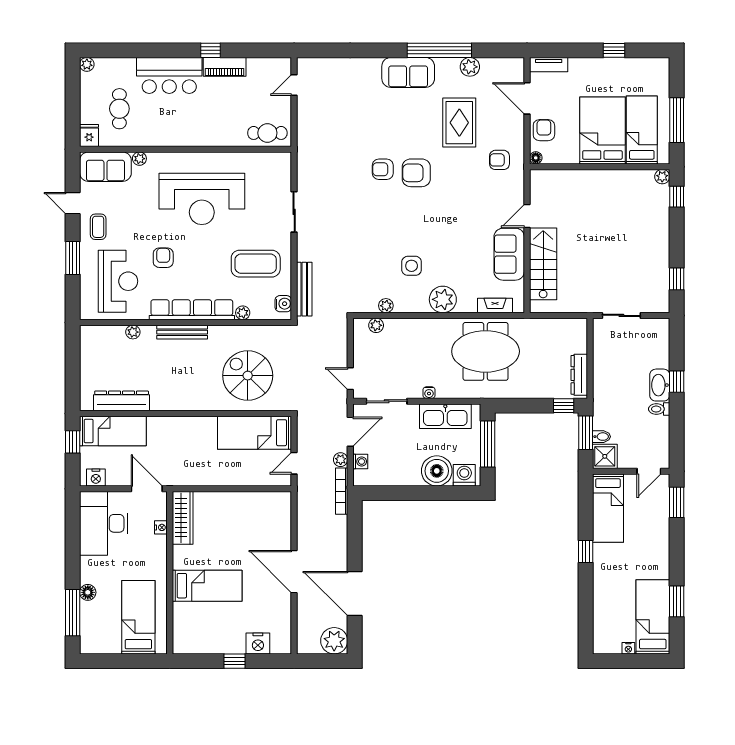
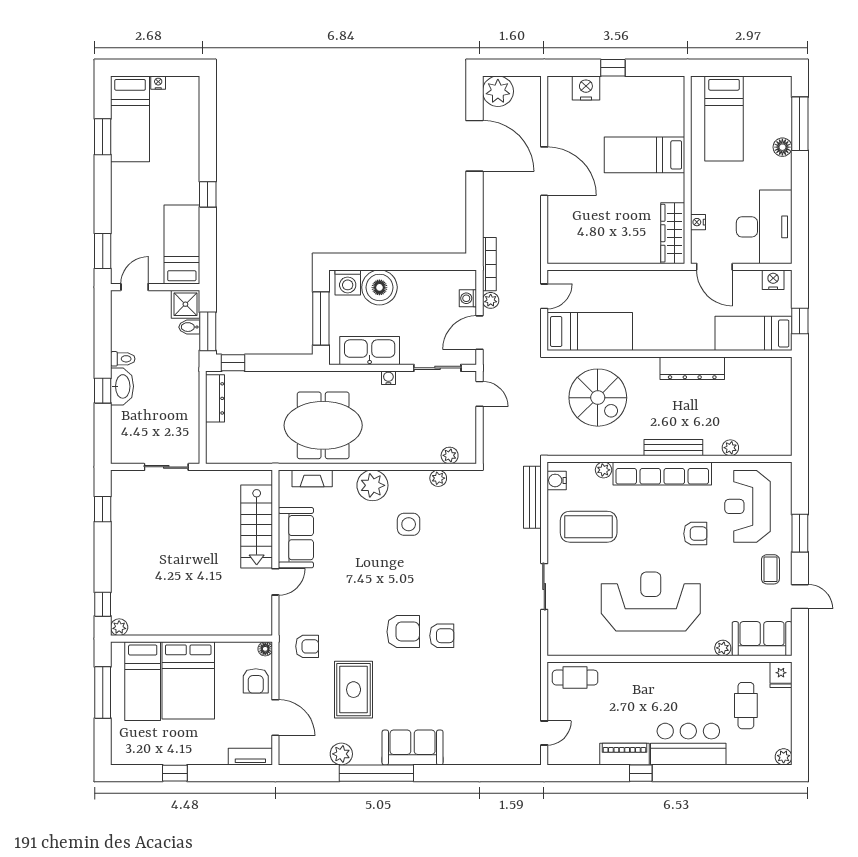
armchair: (163, 258) -> (695, 534), turned -90
dresser: (122, 401) -> (692, 368), moved

